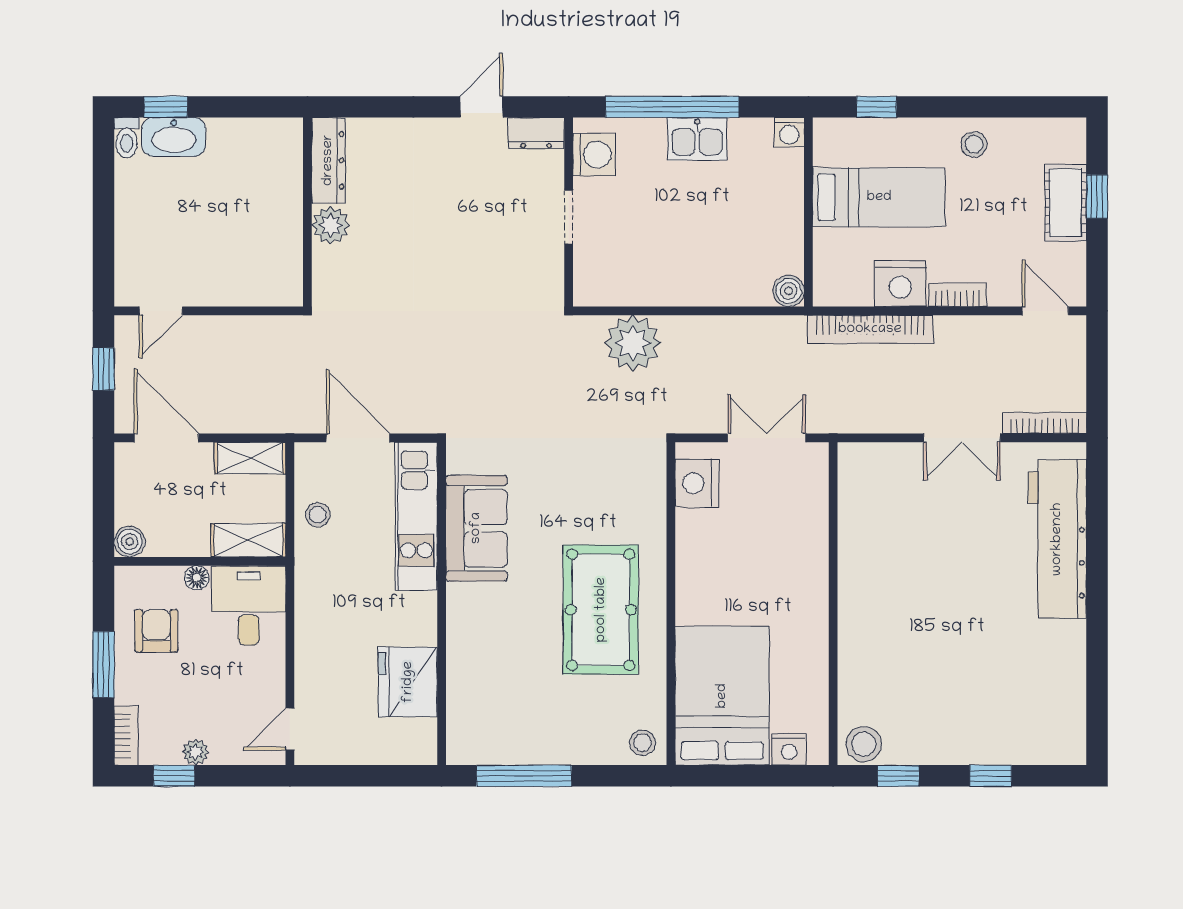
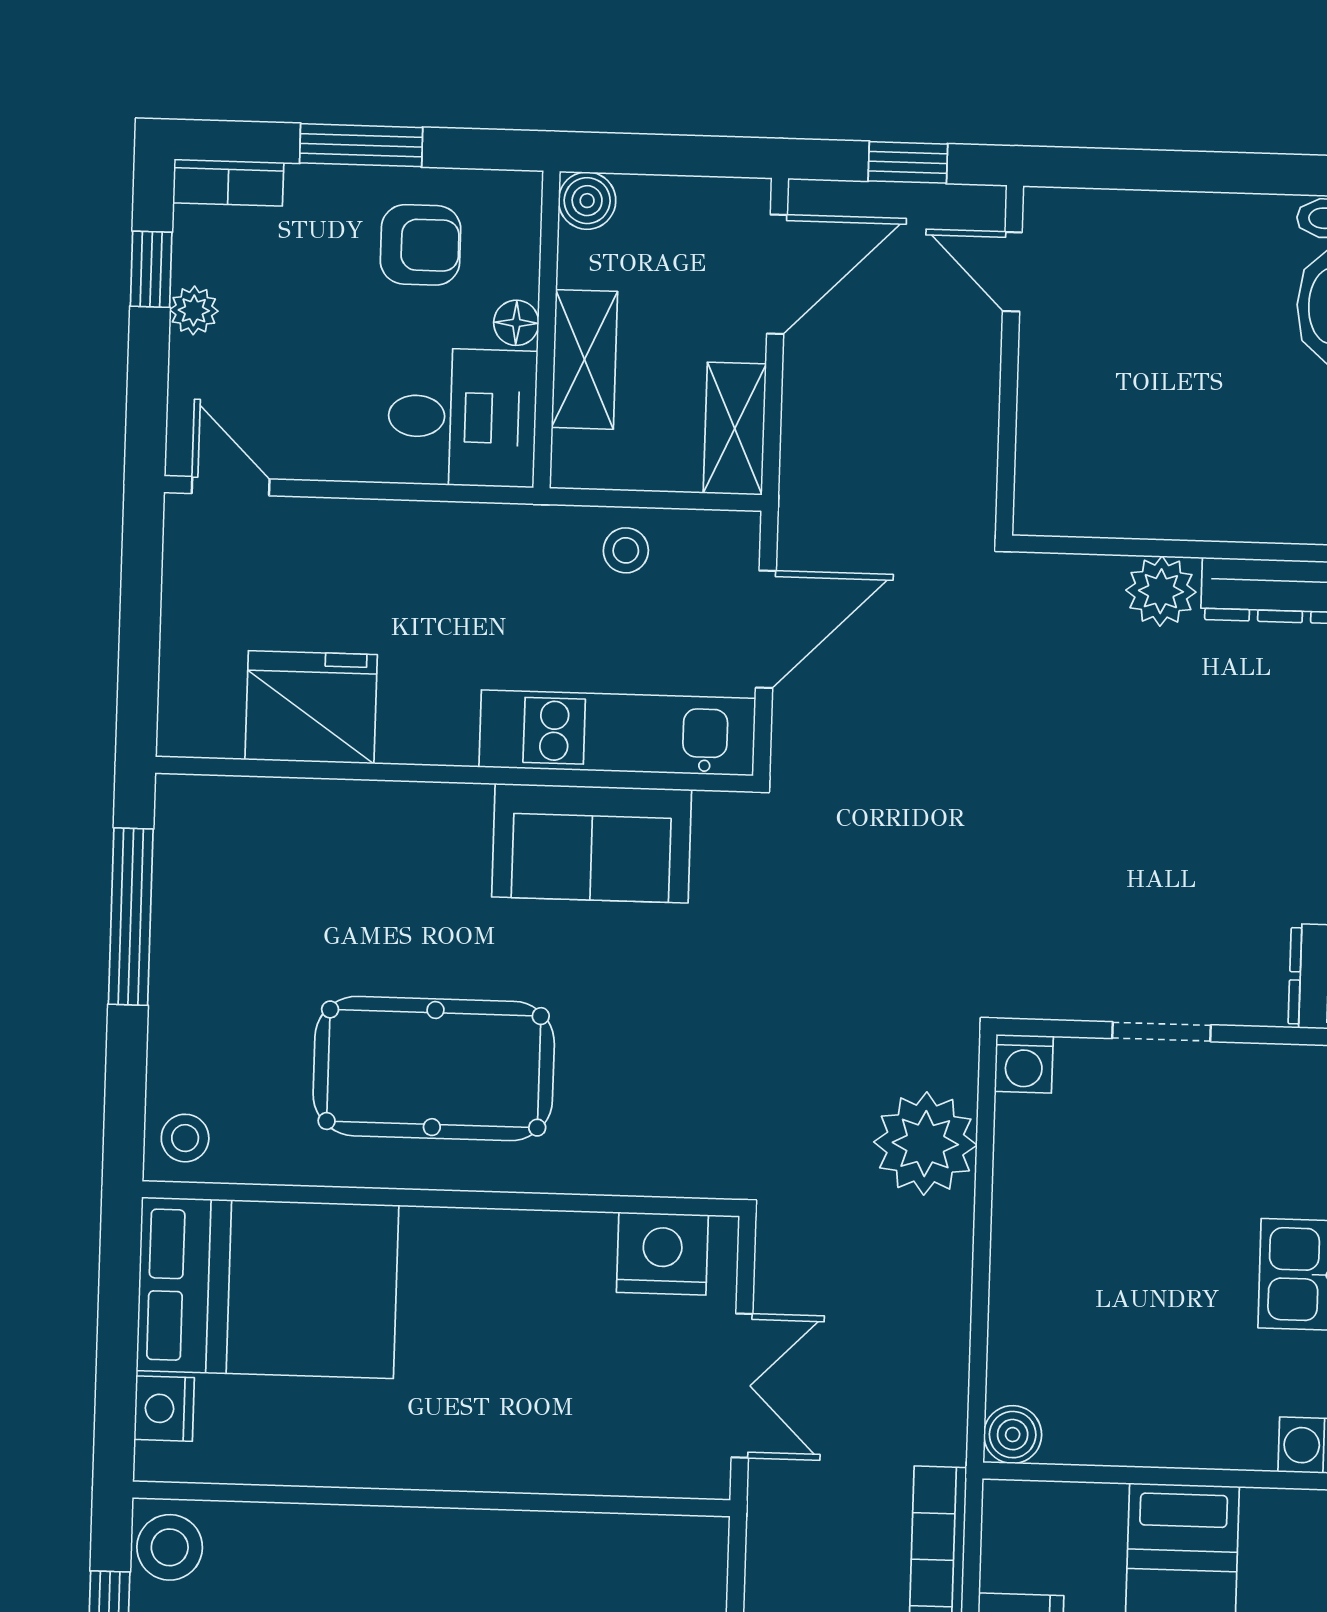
washing machine: (594, 155) -> (1024, 1064), moved, width x0.73, depth x0.73
shelving: (248, 540) -> (584, 359), moved

